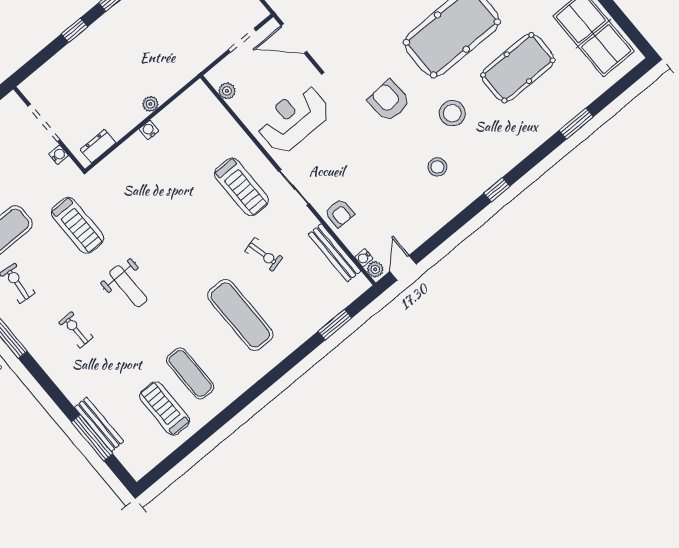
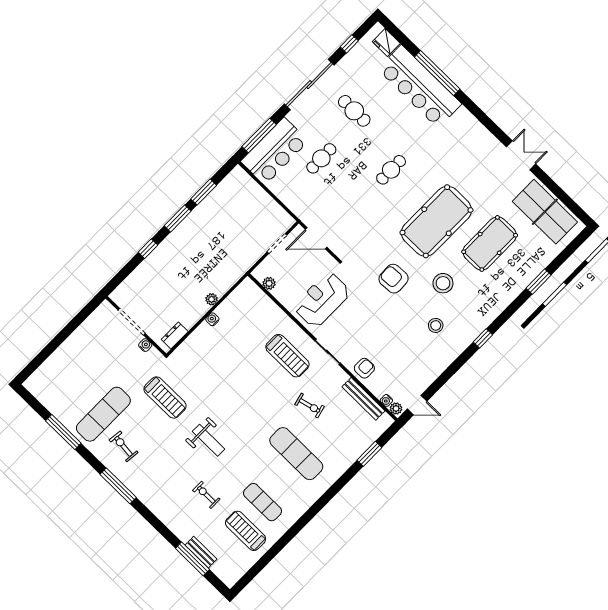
armchair: (340, 213) -> (364, 368), turned -90
door: (403, 268) -> (417, 405), swing flipped
exercise bike: (76, 330) -> (206, 495), moved
bench: (99, 424) -> (201, 552), width x0.73

